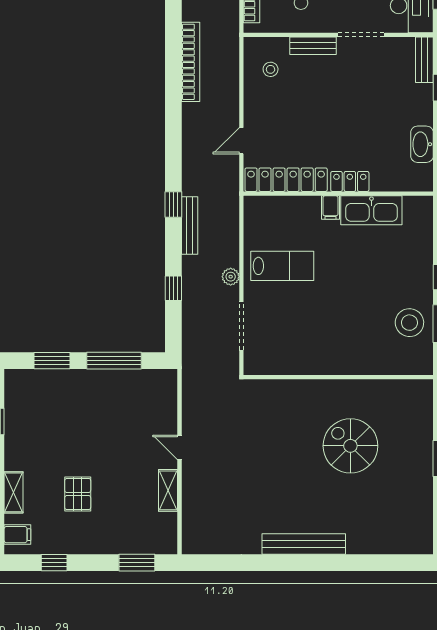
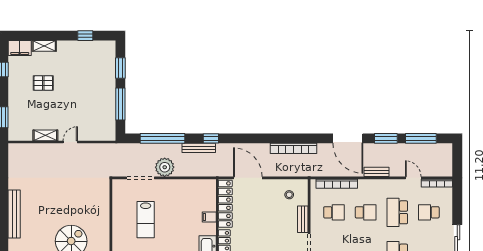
door: (241, 141) -> (248, 178), width x1.88
filing cabinet: (330, 207) -> (209, 217), moved
lab bench: (282, 266) -> (146, 220), moved
plant: (231, 277) -> (165, 167), width x1.87, depth x1.87
window: (173, 288) -> (162, 138), width x3.17
filing cabinet: (17, 535) -> (20, 48), width x2.00

